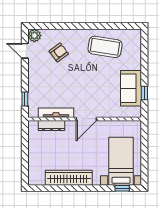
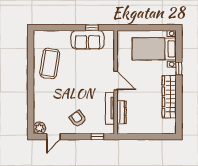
armchair: (59, 52) -> (78, 119), moved
window: (122, 188) -> (179, 68), moved

